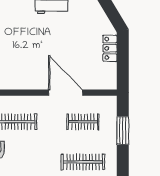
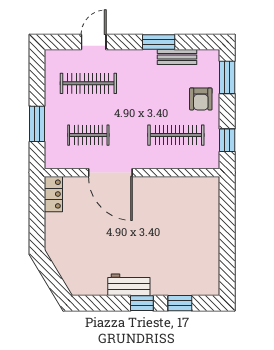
locker: (110, 48) -> (53, 194), moved

